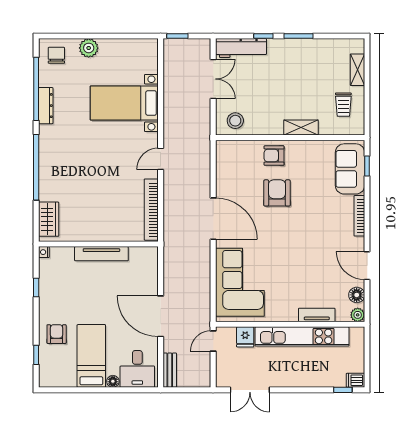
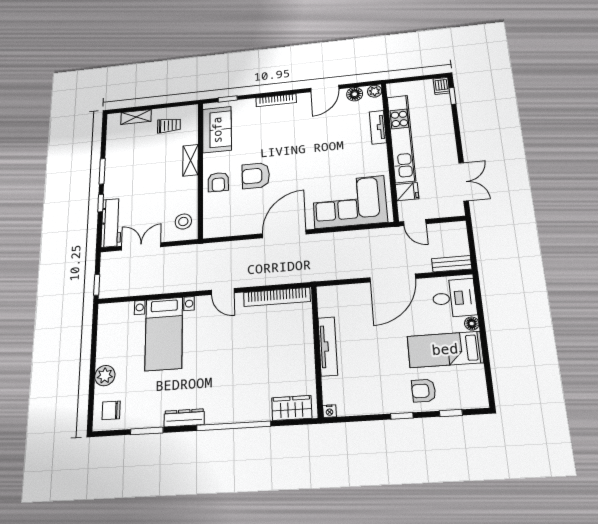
window: (36, 89) -> (147, 431), width x0.47
dresser: (46, 106) -> (184, 418), moved
sofa: (350, 169) -> (217, 130), moved, turned -90
window: (36, 287) -> (402, 416), moved

